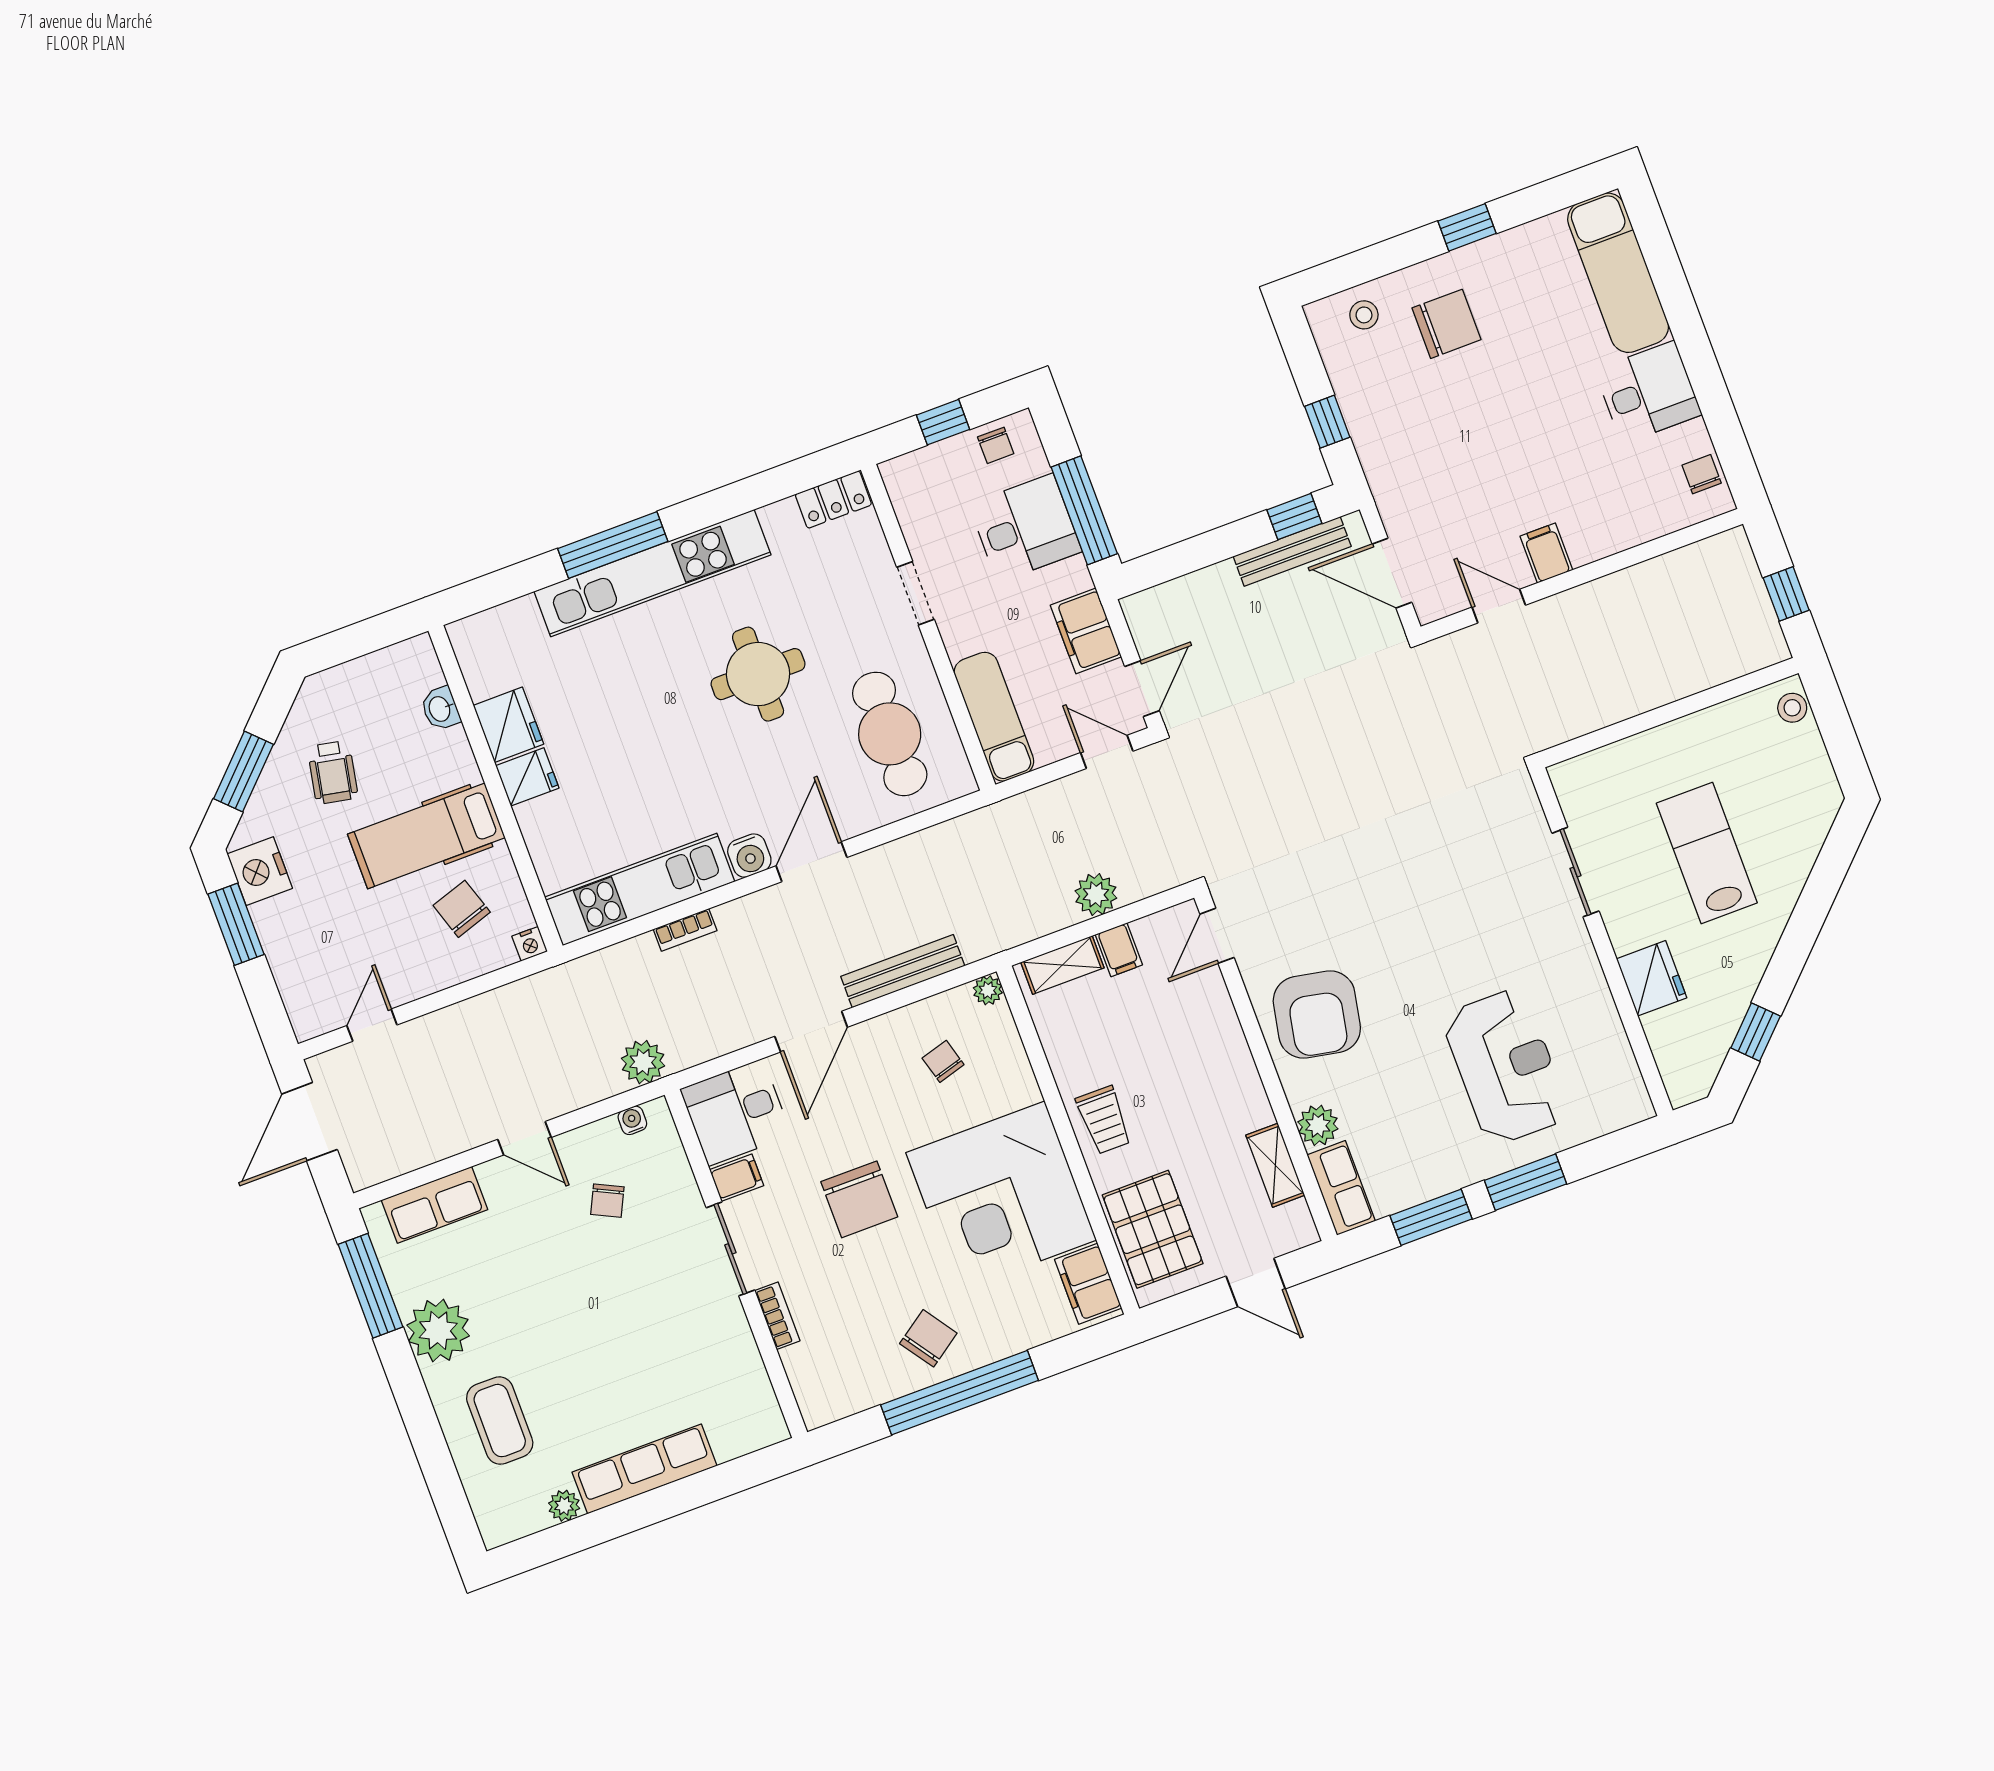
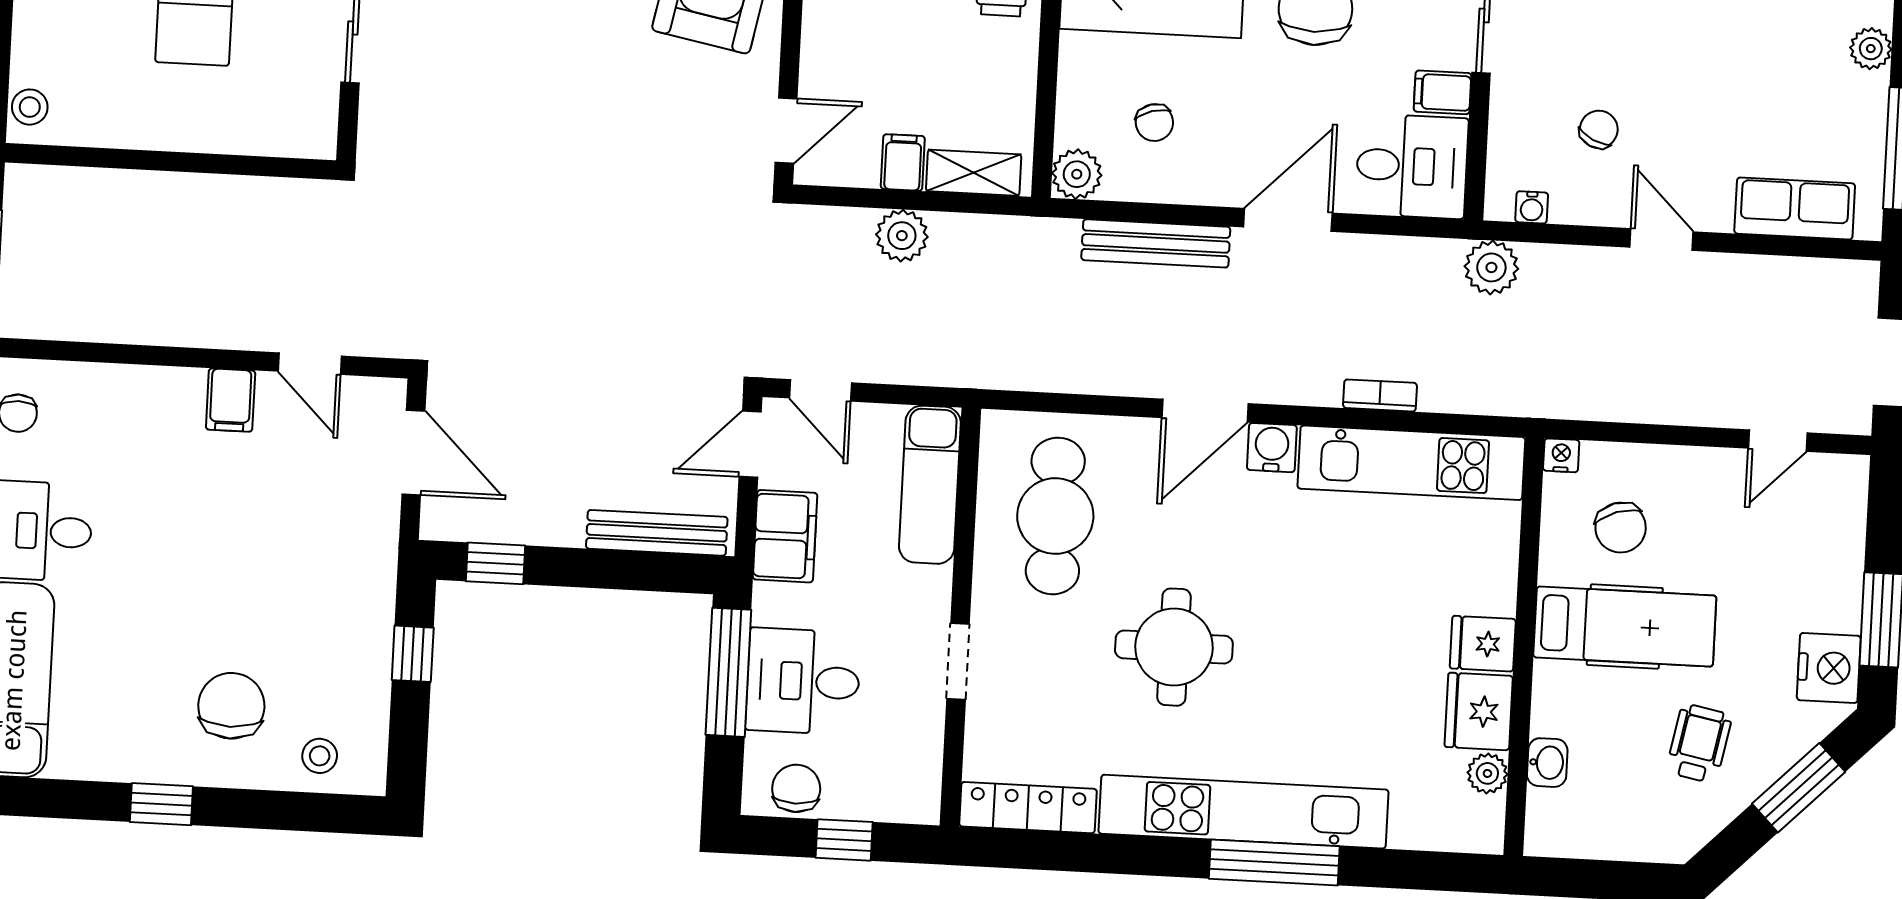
chair: (1446, 324) -> (231, 706), turned 90
chair: (996, 445) -> (796, 788), width x1.37, depth x1.37
locker: (833, 500) -> (1028, 808), width x1.53
bench: (1292, 551) -> (657, 533), moved
plant: (482, 681) -> (1487, 773), added
plant: (988, 990) -> (1077, 174), width x1.38, depth x1.38
plant: (438, 1330) -> (1871, 49), width x0.53, depth x0.53

